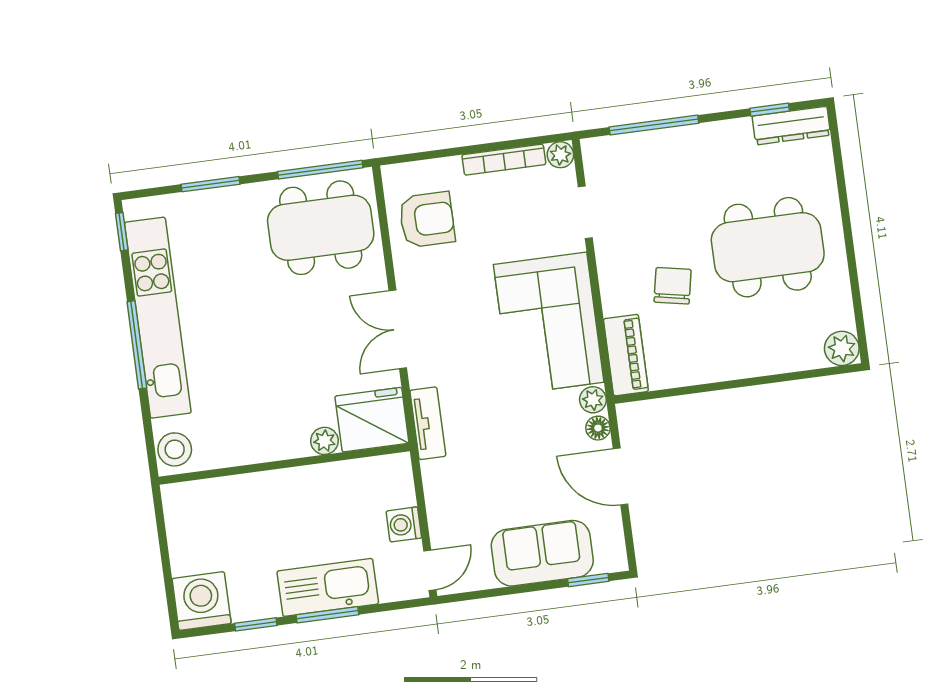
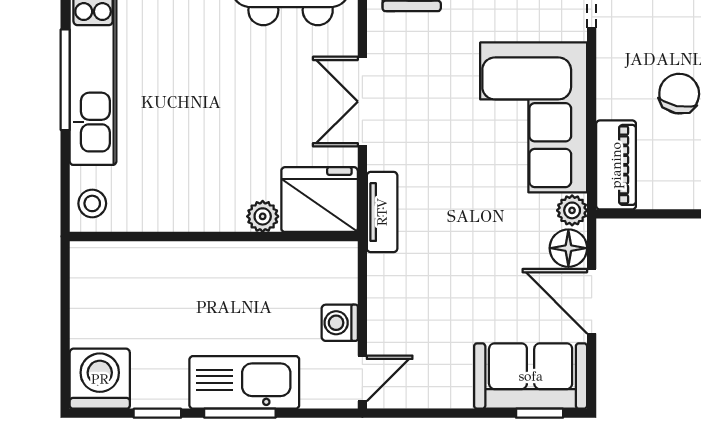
floor lamp: (598, 428) -> (568, 248), width x1.37, depth x1.37
stool: (175, 449) -> (92, 203), width x0.73, depth x0.73
sofa: (542, 553) -> (531, 376), moved

